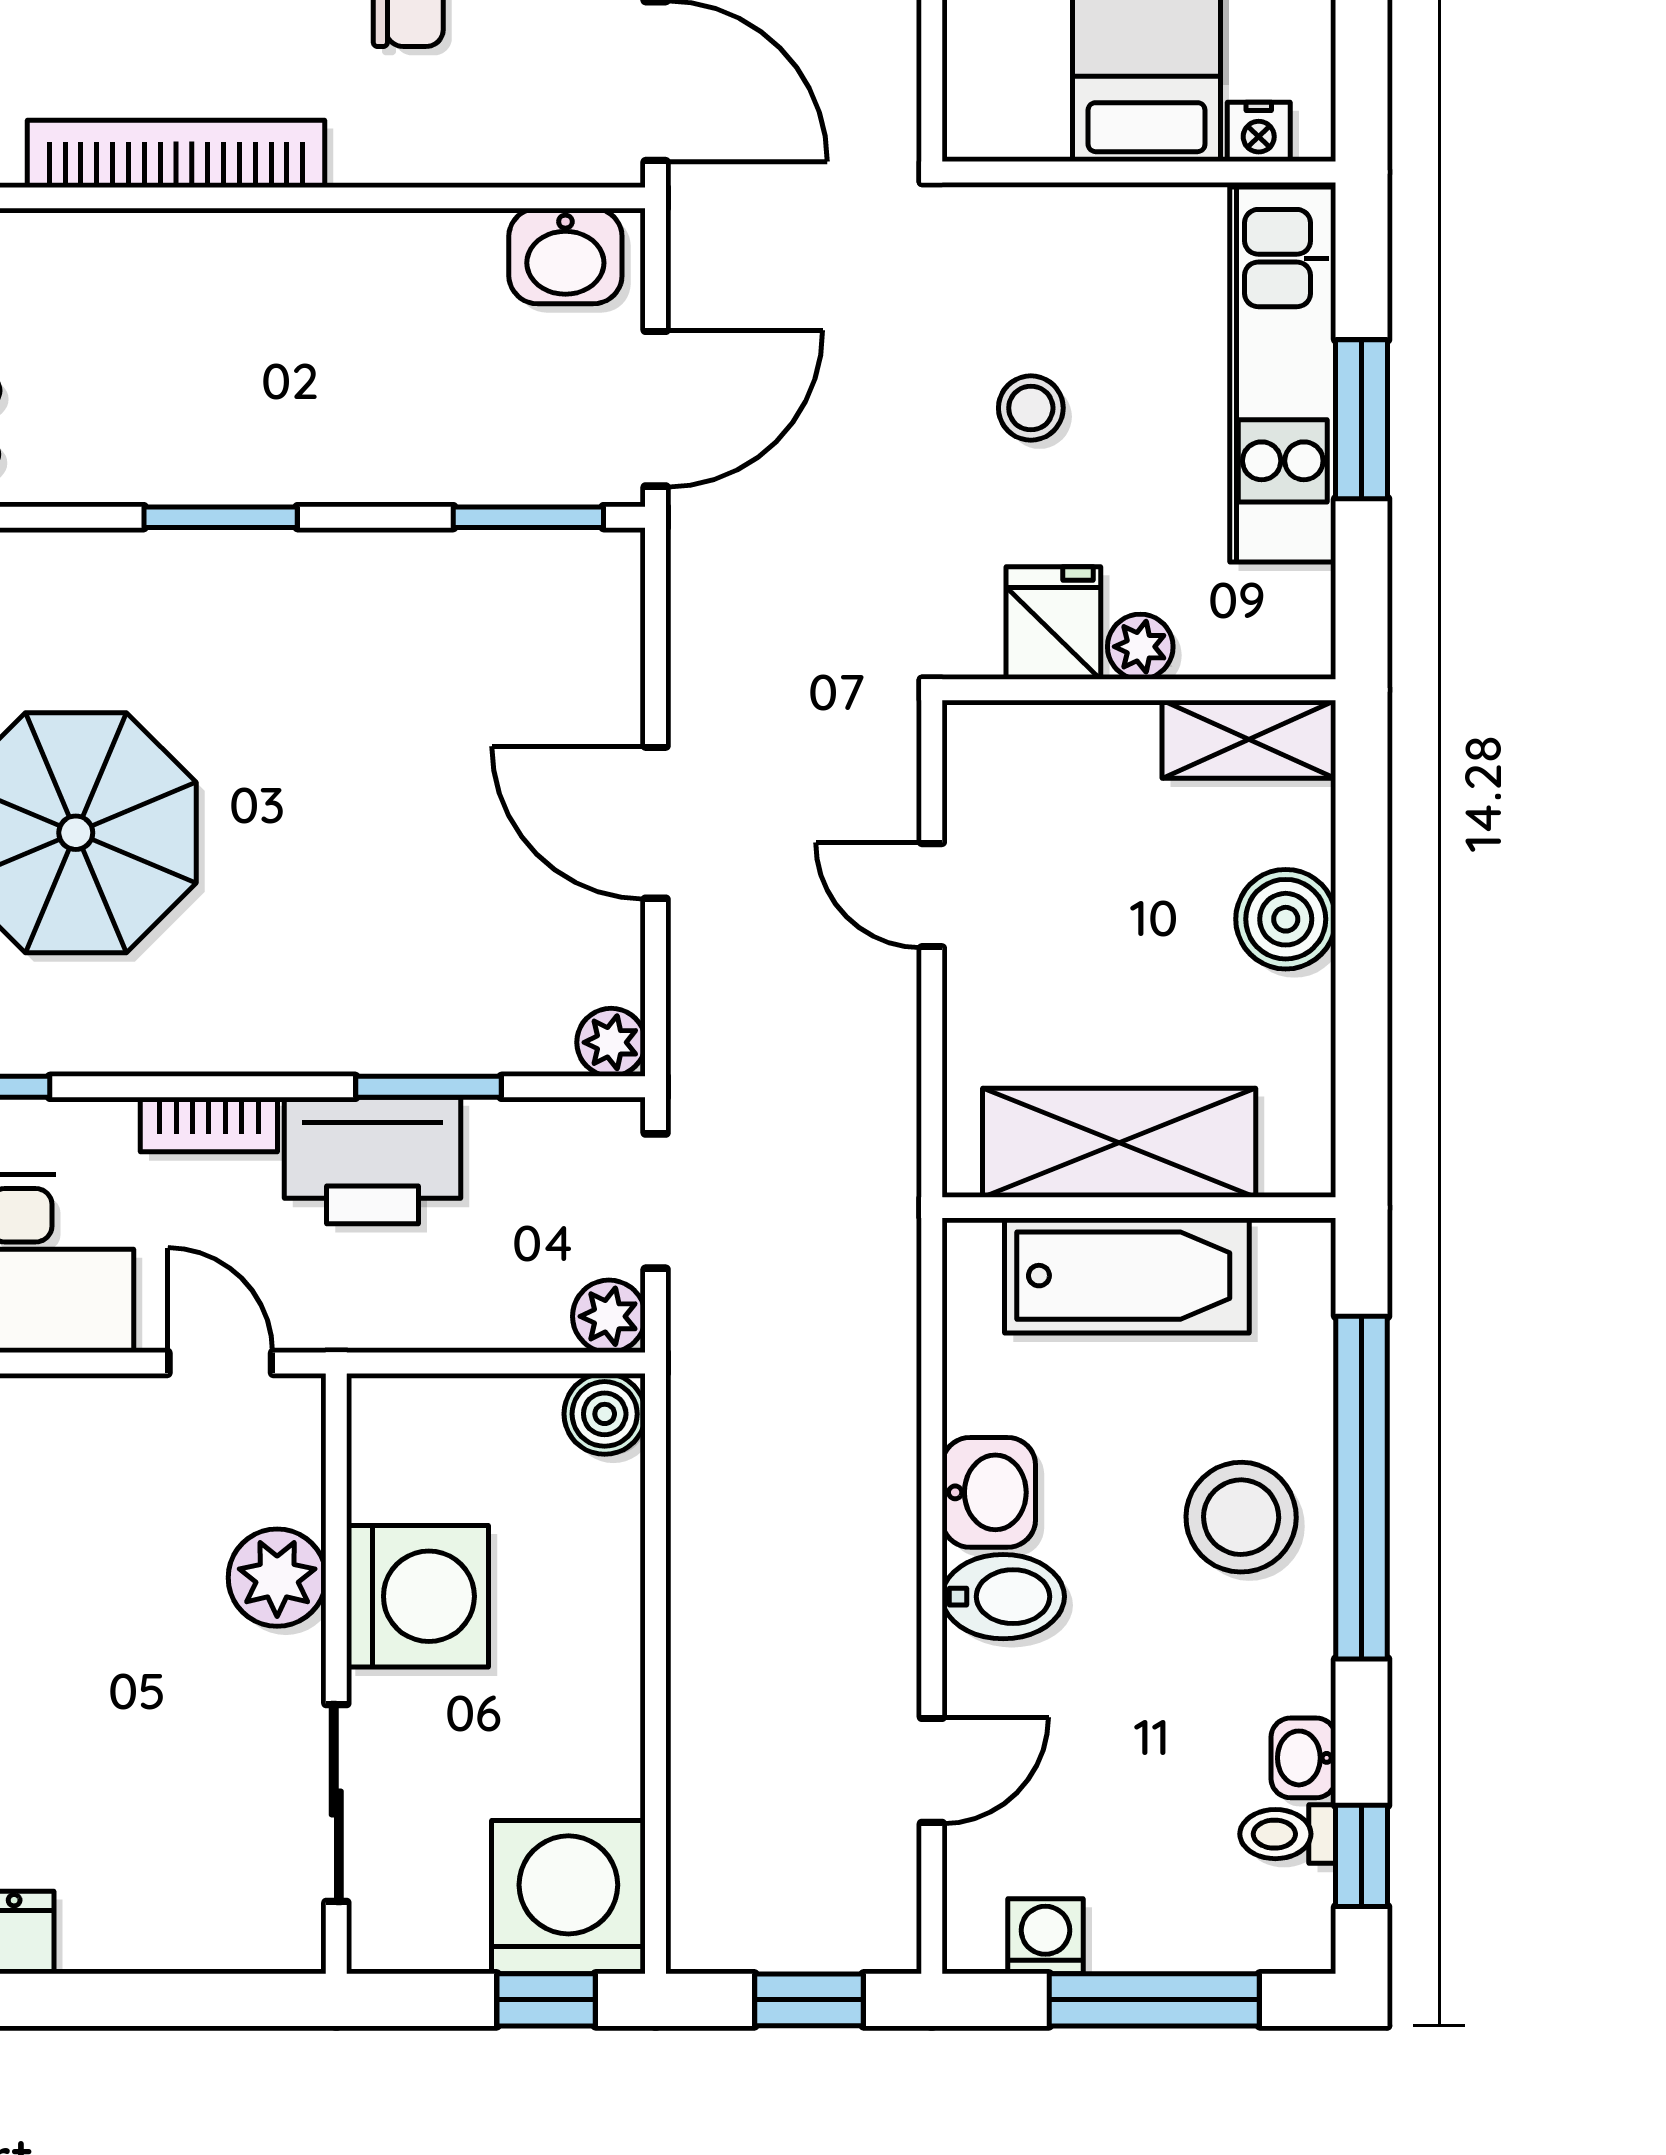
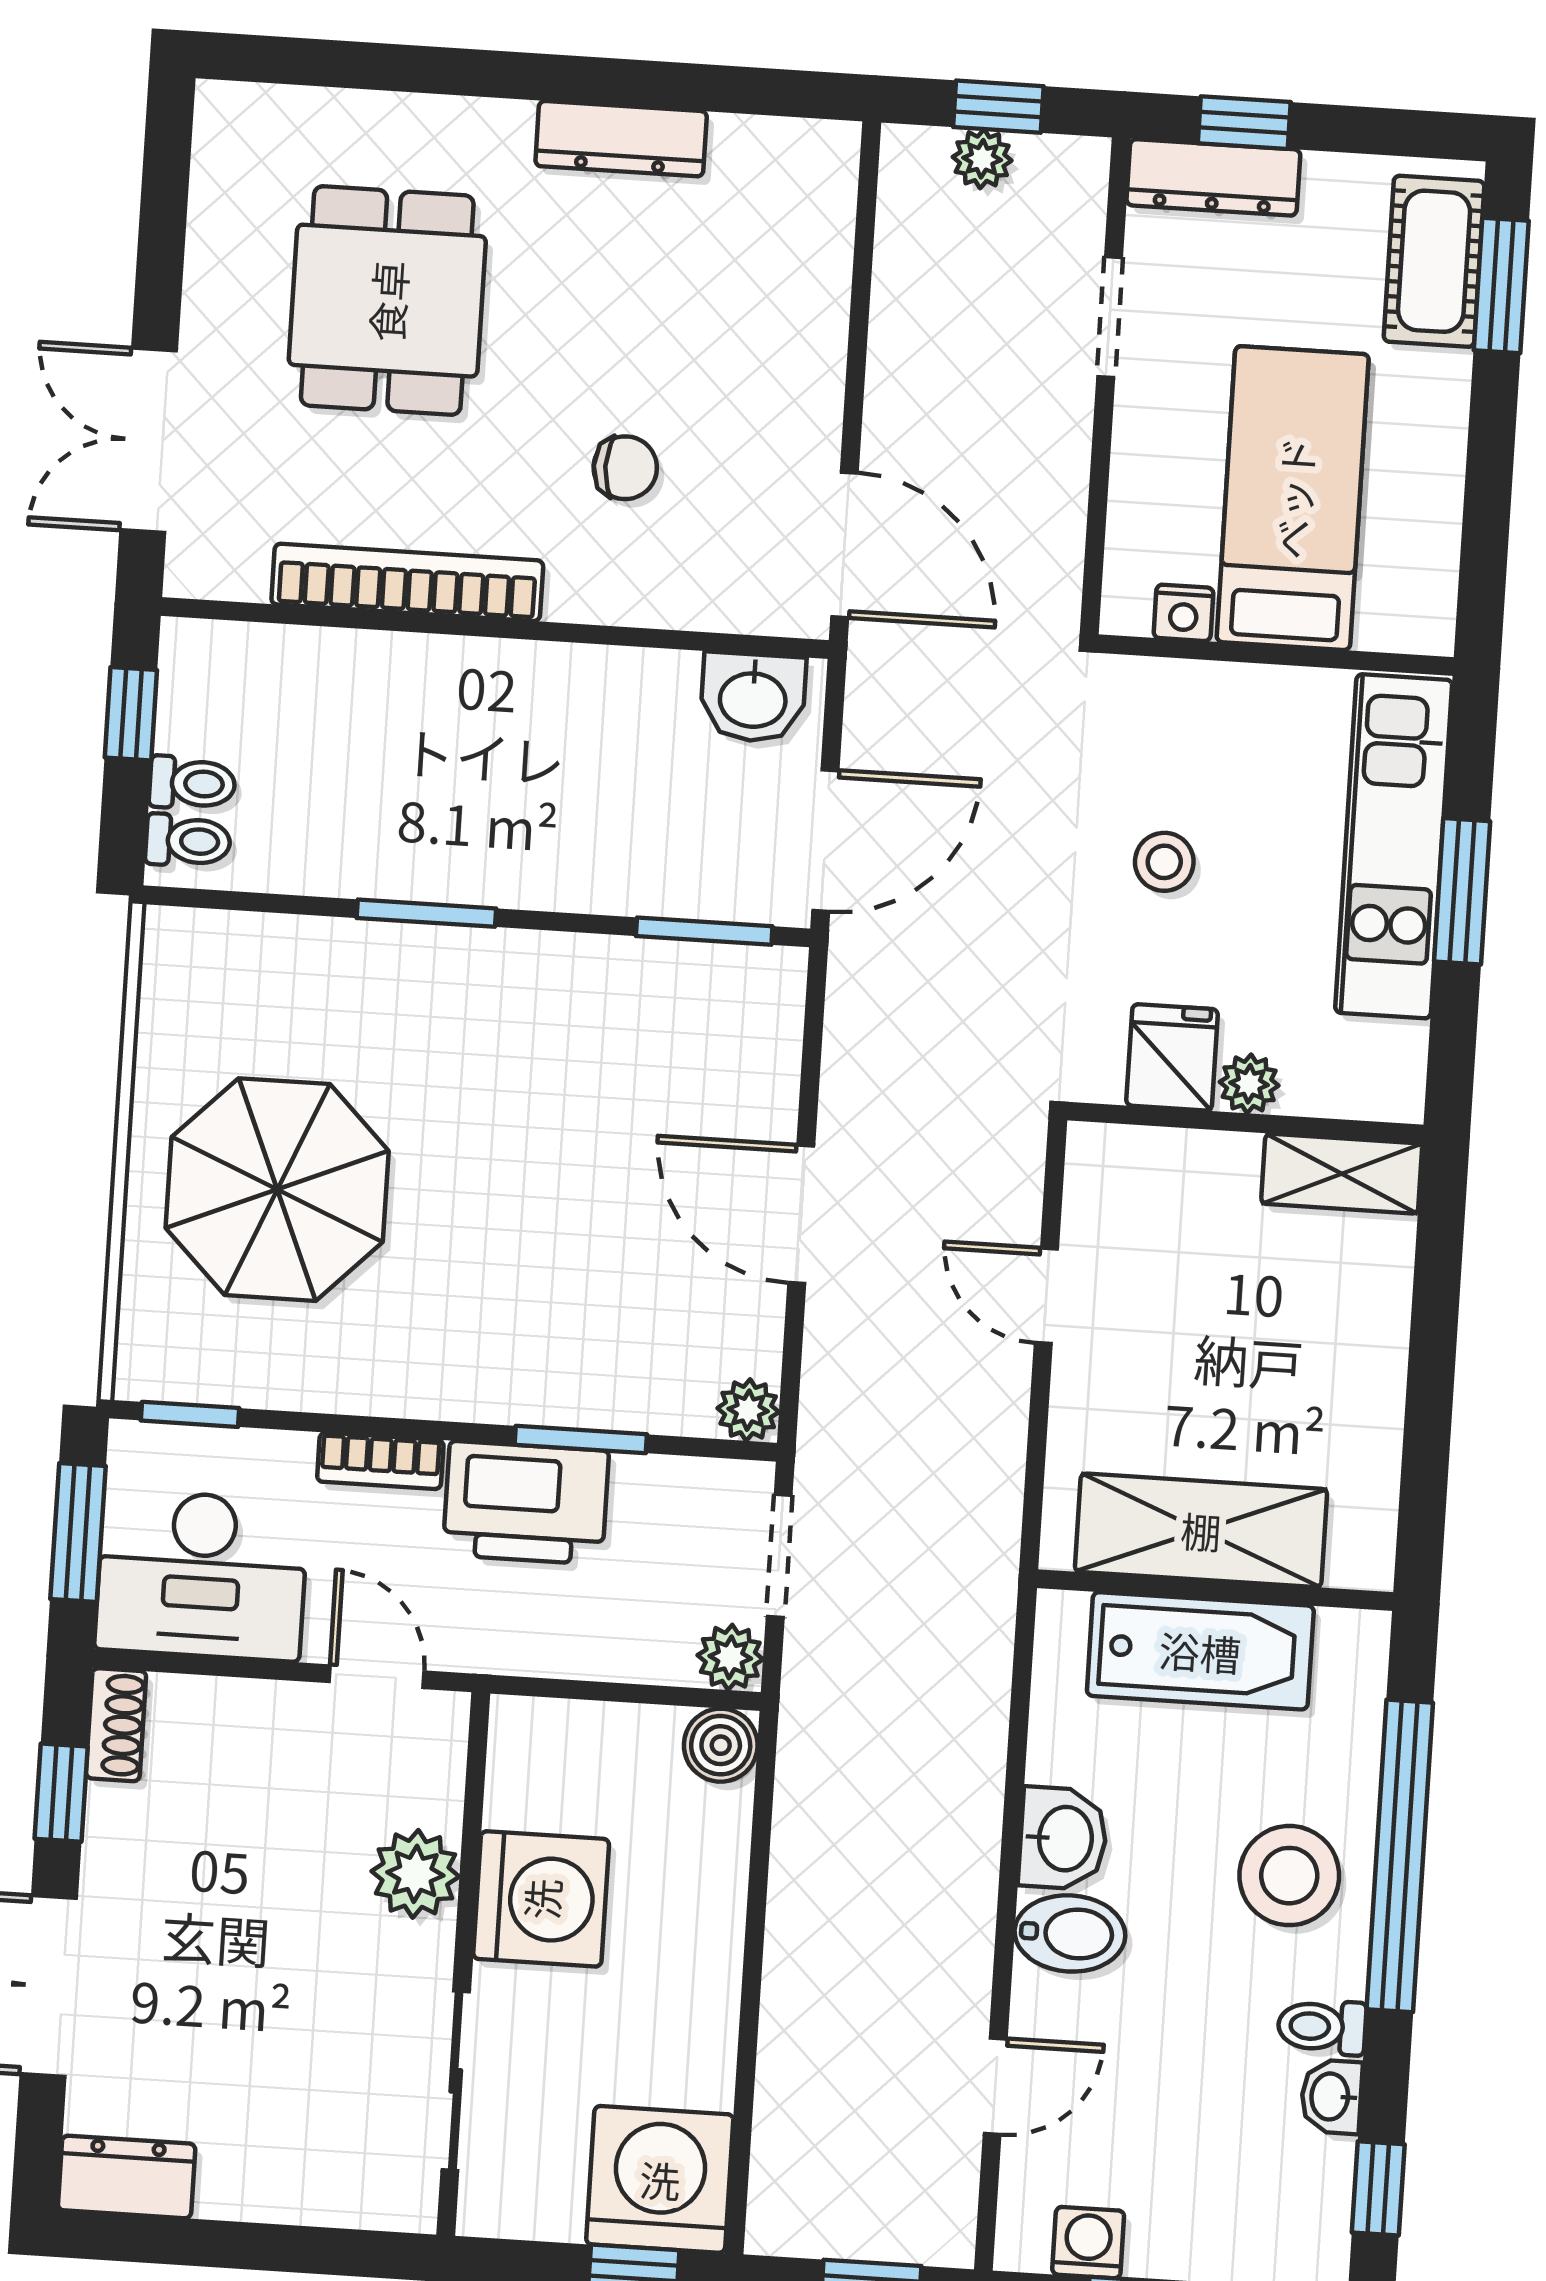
nightstand: (1259, 132) -> (1184, 613), moved
boiler: (1286, 919) -> (1365, 1338), removed
toilet: (1288, 1834) -> (1322, 2027), moved

